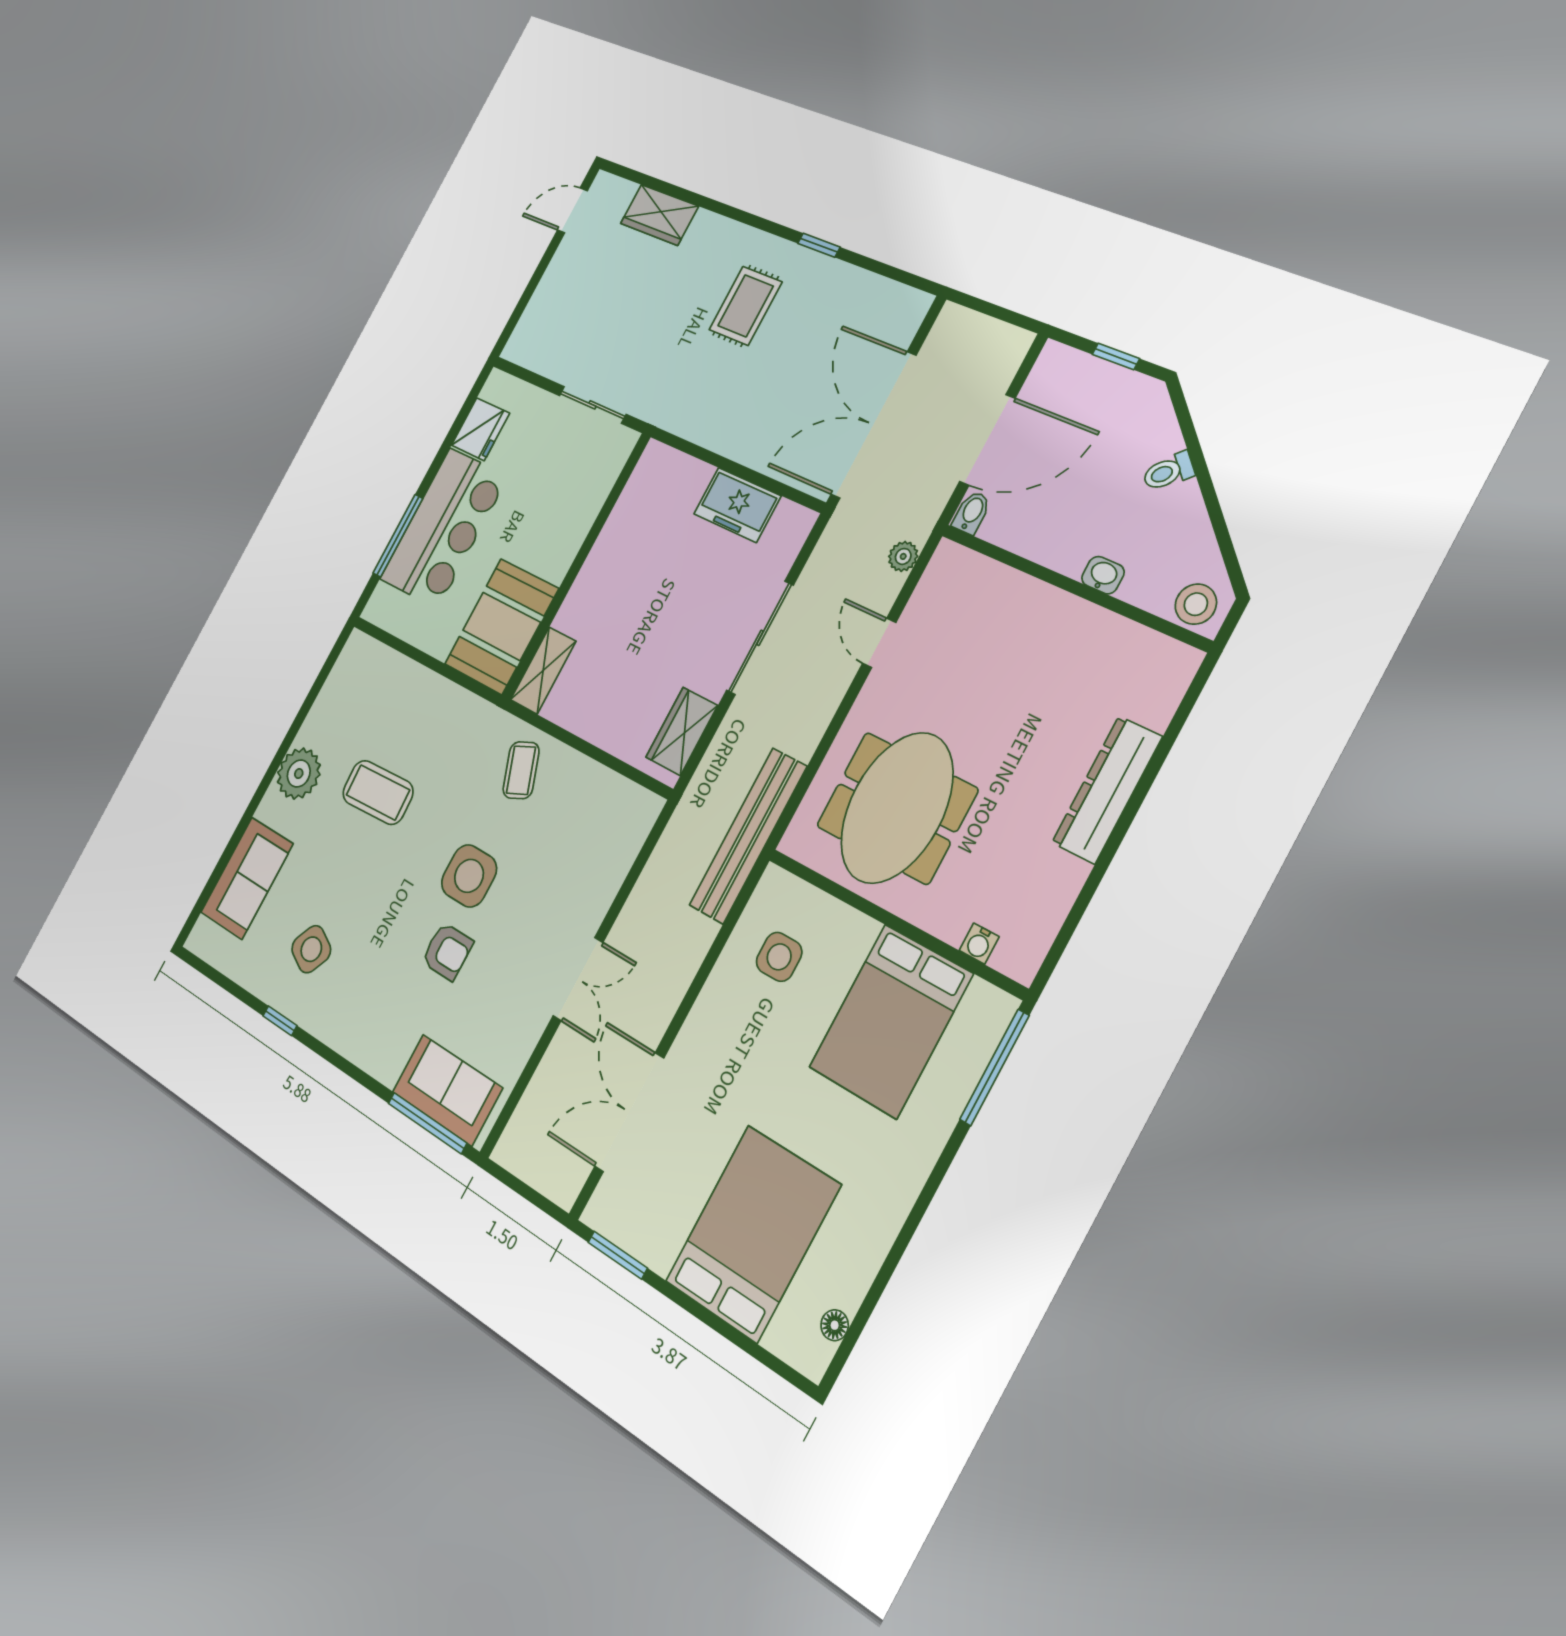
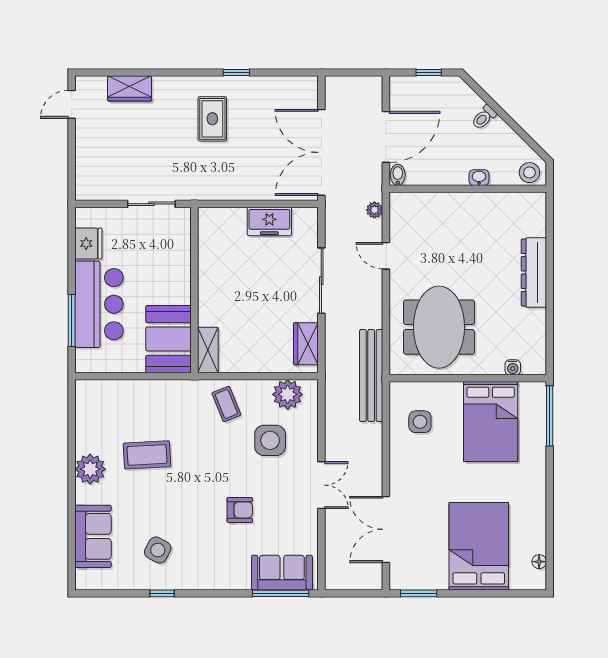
plant: (612, 801) -> (288, 394), added
side table: (469, 876) -> (270, 440), moved

